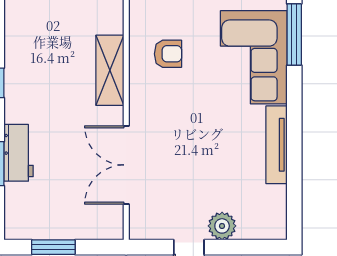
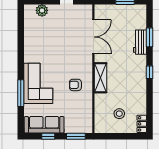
tv unit: (276, 145) -> (29, 46), removed
plant: (222, 226) -> (42, 10), moved

